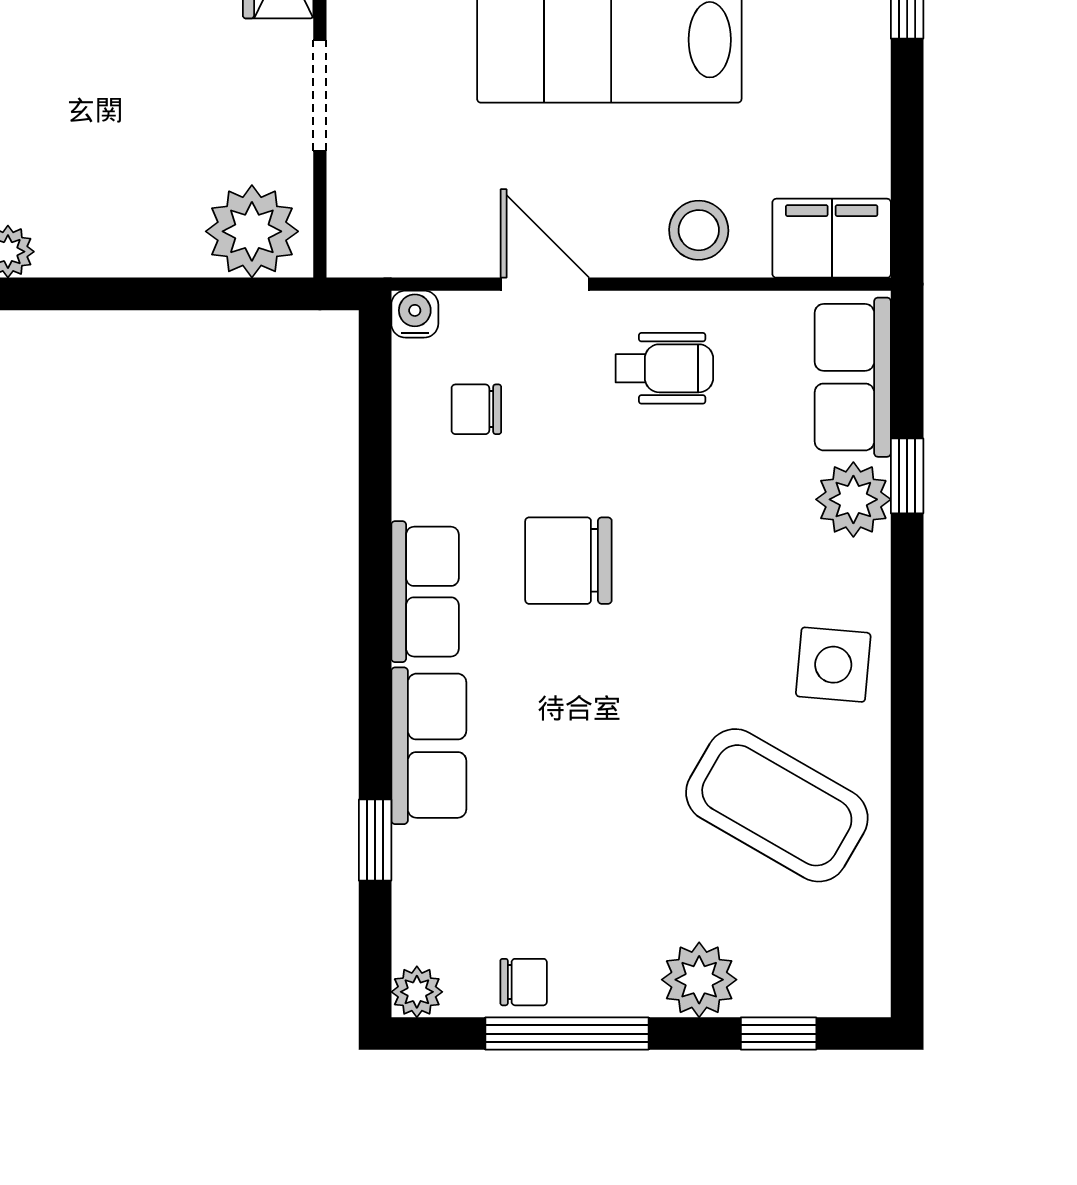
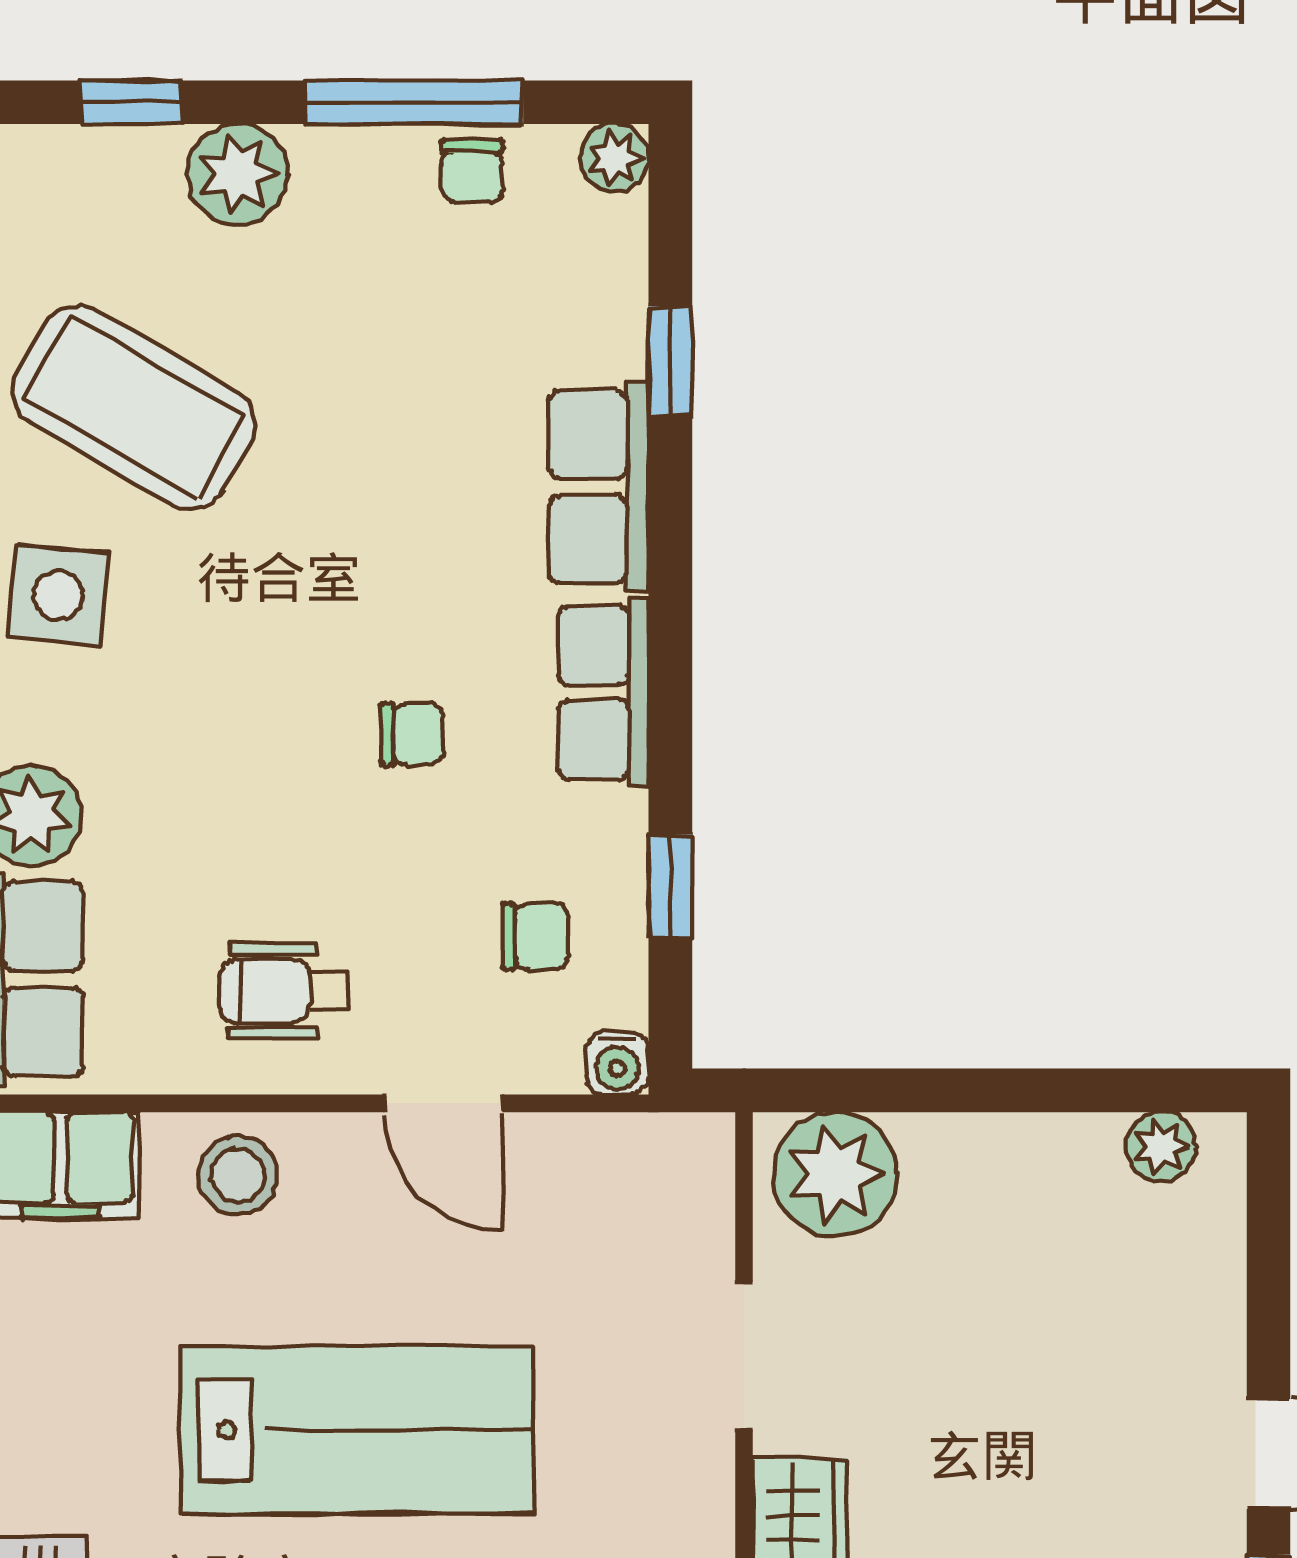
window: (375, 447) -> (670, 886), added
chair: (568, 561) -> (412, 734), width x0.54, depth x0.54
chair: (524, 982) -> (472, 171), turned -90

